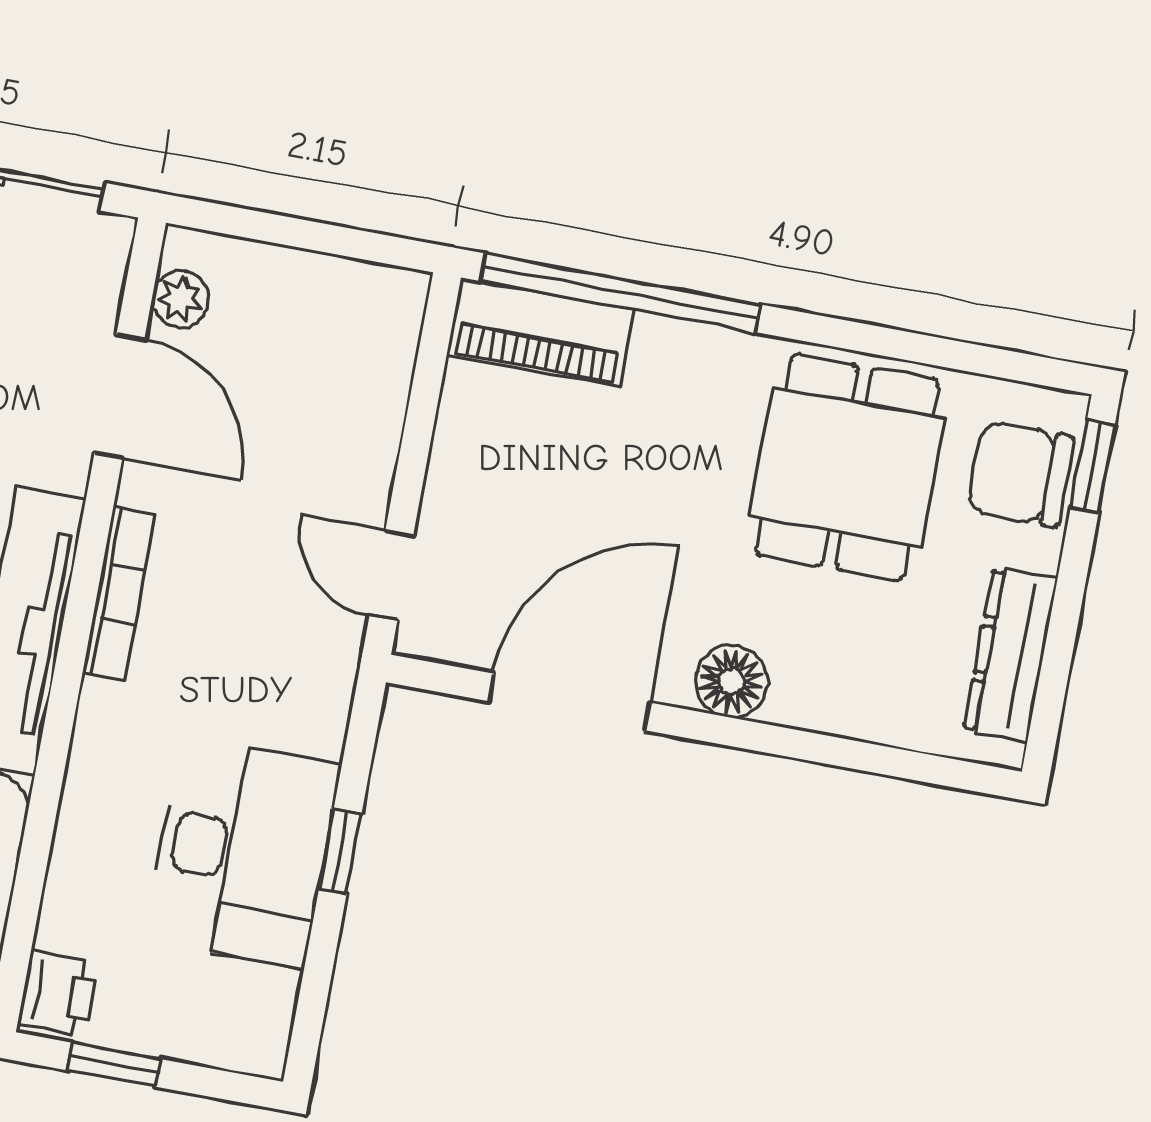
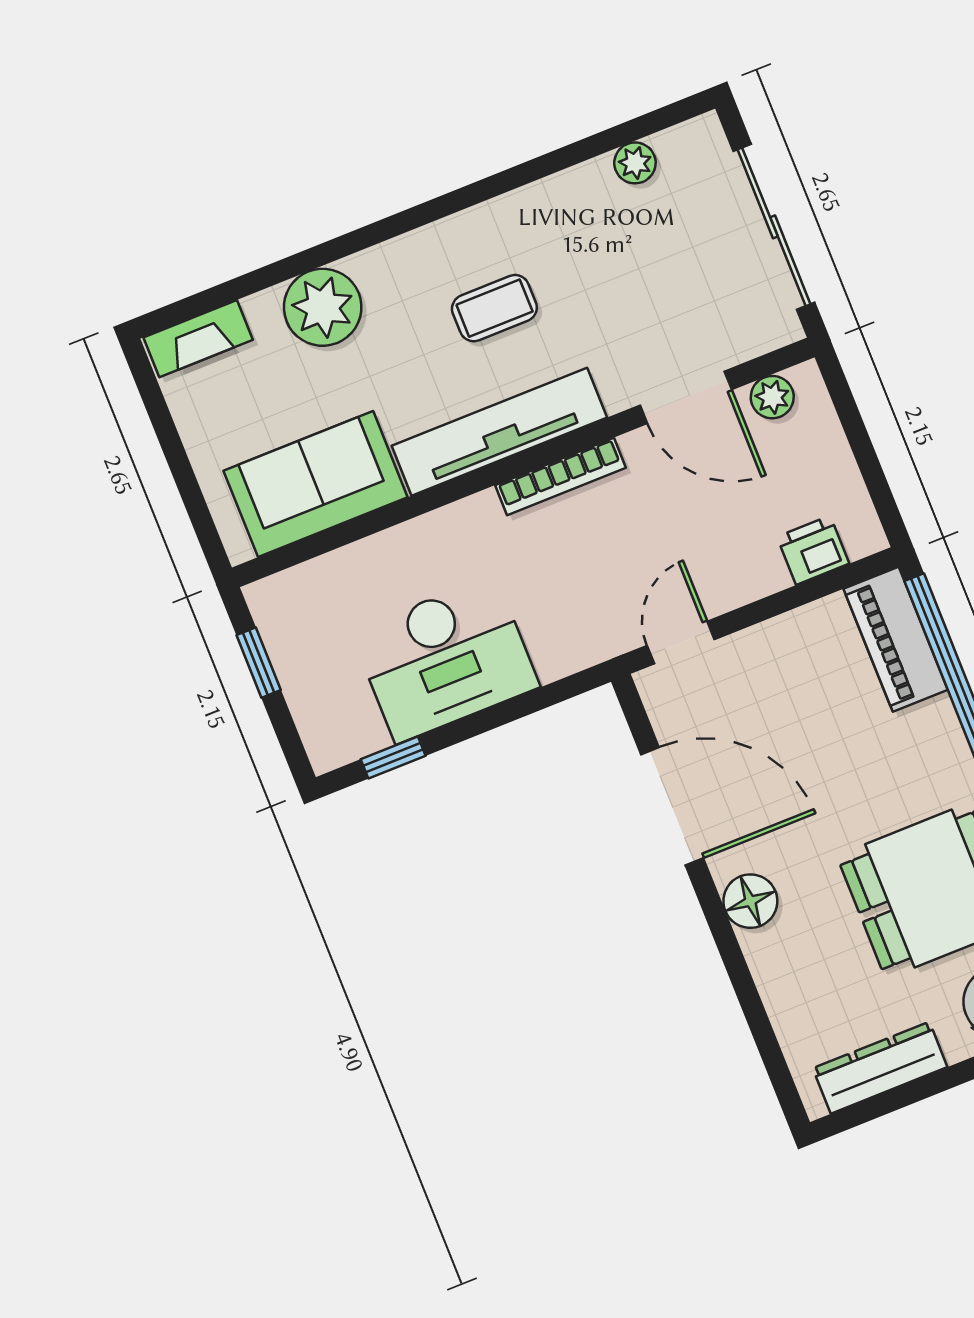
door: (119, 396) -> (686, 397), hinge flipped
window: (340, 851) -> (393, 758), moved
printer: (58, 994) -> (813, 550), moved, turned 180

